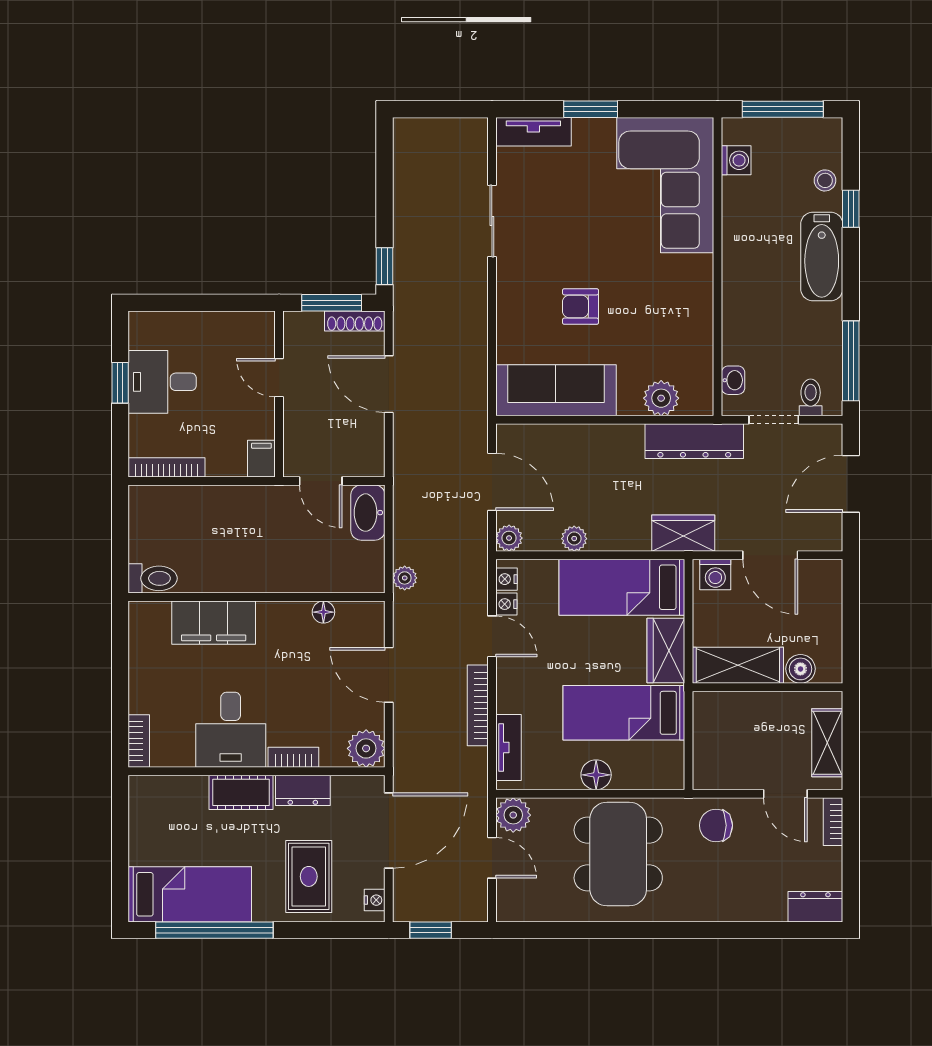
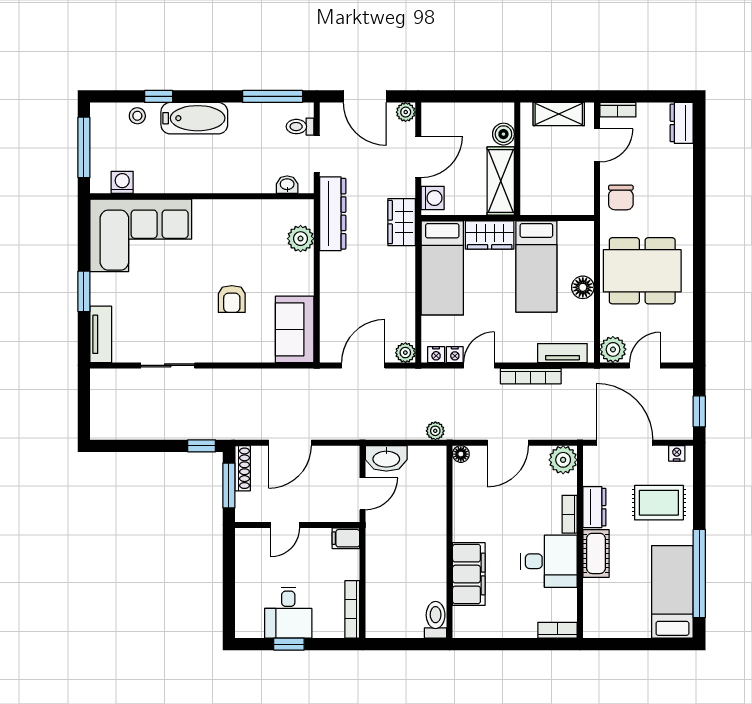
sofa: (556, 390) -> (295, 329), width x0.73
plant: (574, 539) -> (406, 112), moved
floor lamp: (323, 612) -> (461, 454), moved

